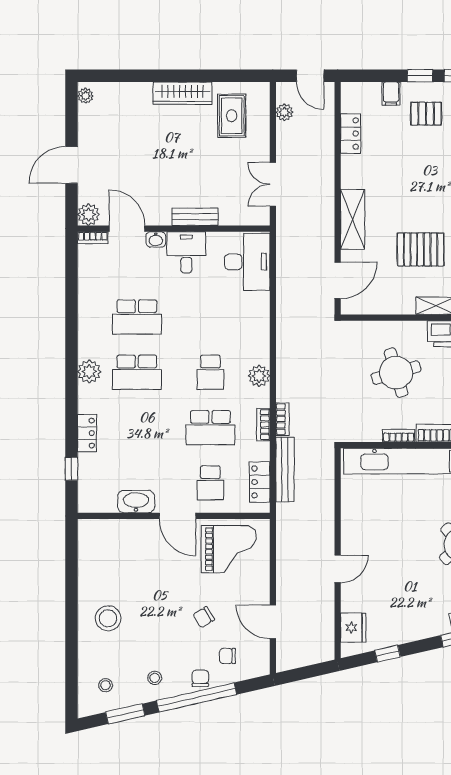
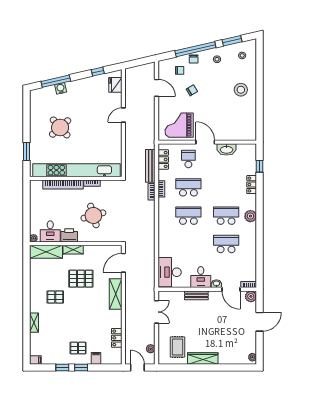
school desk: (210, 372) -> (188, 216), width x1.85
plant: (259, 376) -> (164, 214), removed

